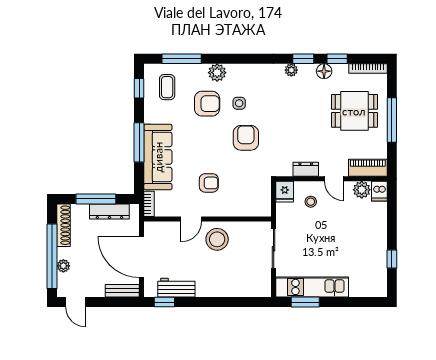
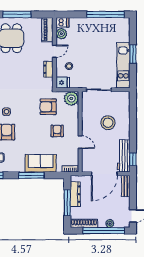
armchair: (246, 138) -> (48, 107), moved
sofa: (158, 157) -> (41, 163), width x0.73
plant: (260, 205) -> (71, 98), added
stool: (217, 239) -> (108, 123), moved
window: (392, 259) -> (105, 14), width x3.17
workbench: (176, 288) -> (124, 156), width x1.38
window: (305, 302) -> (133, 54), moved

